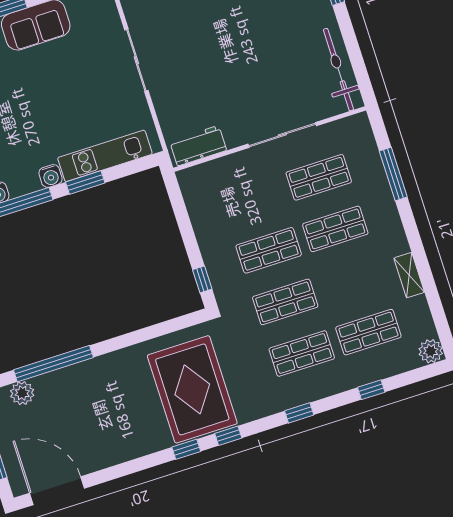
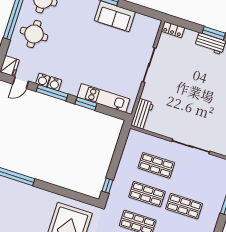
workbench: (198, 146) -> (142, 114), moved, turned 90
water cooler: (50, 176) -> (55, 84), moved
shop shelf: (319, 177) -> (156, 165), moved

